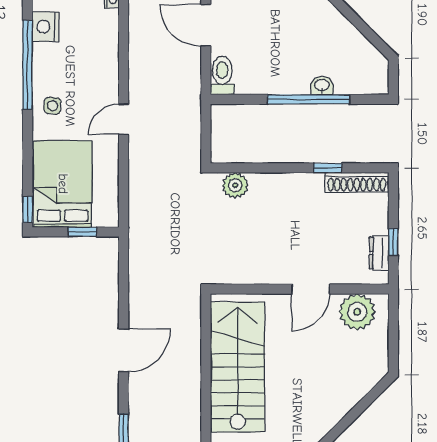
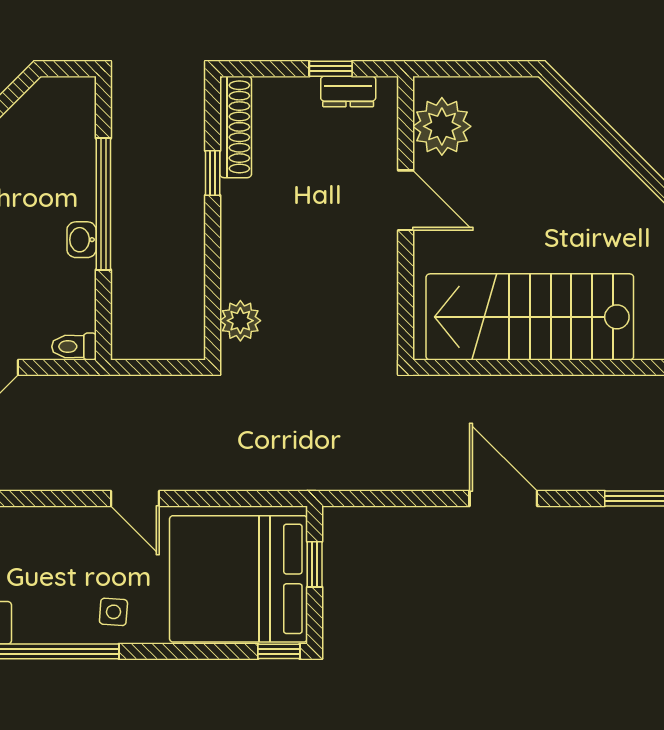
toilet: (222, 75) -> (74, 347), width x0.73, depth x0.72
washbasin: (322, 86) -> (82, 240), moved
bed: (63, 184) -> (238, 579), width x1.36

